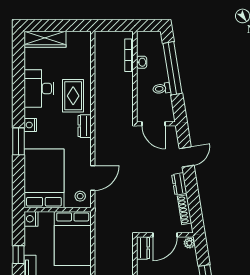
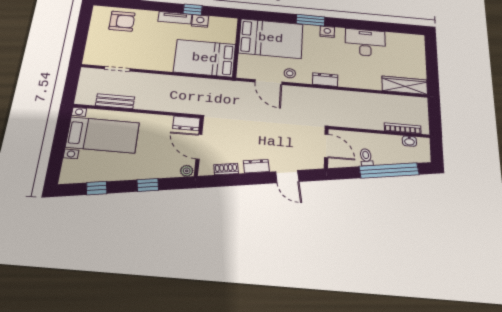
wardrobe: (45, 39) -> (405, 85), moved, turned 90
washbasin: (142, 62) -> (409, 141), moved
rug: (73, 96) -> (358, 72), removed
door: (153, 124) -> (326, 146), swing flipped
stool: (80, 196) -> (290, 73), moved
shoe rack: (184, 210) -> (226, 169), width x0.70
nightstand: (31, 219) -> (200, 21), moved

